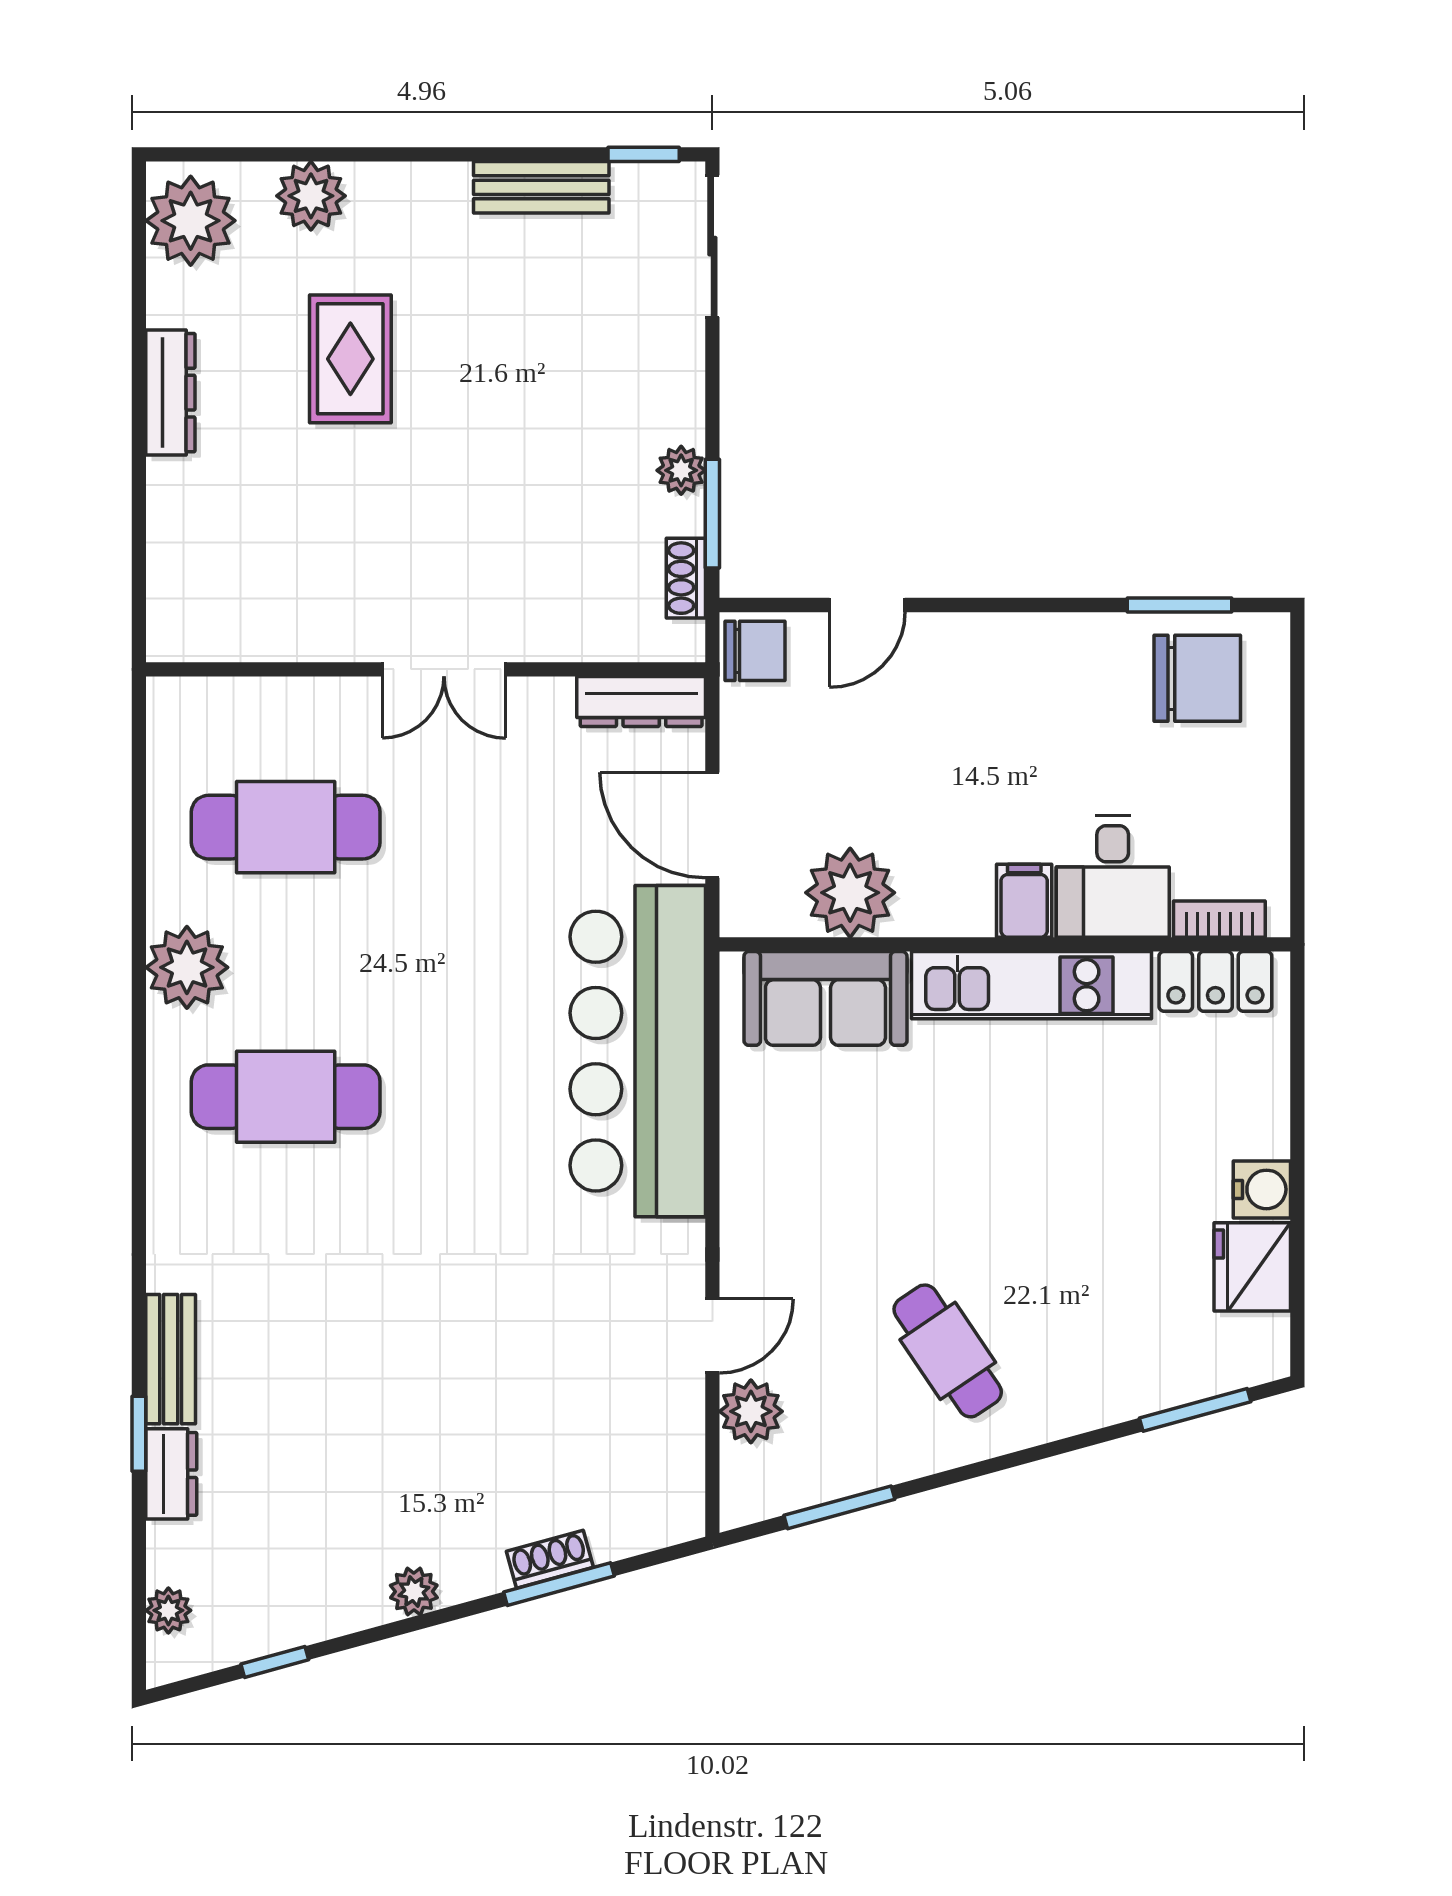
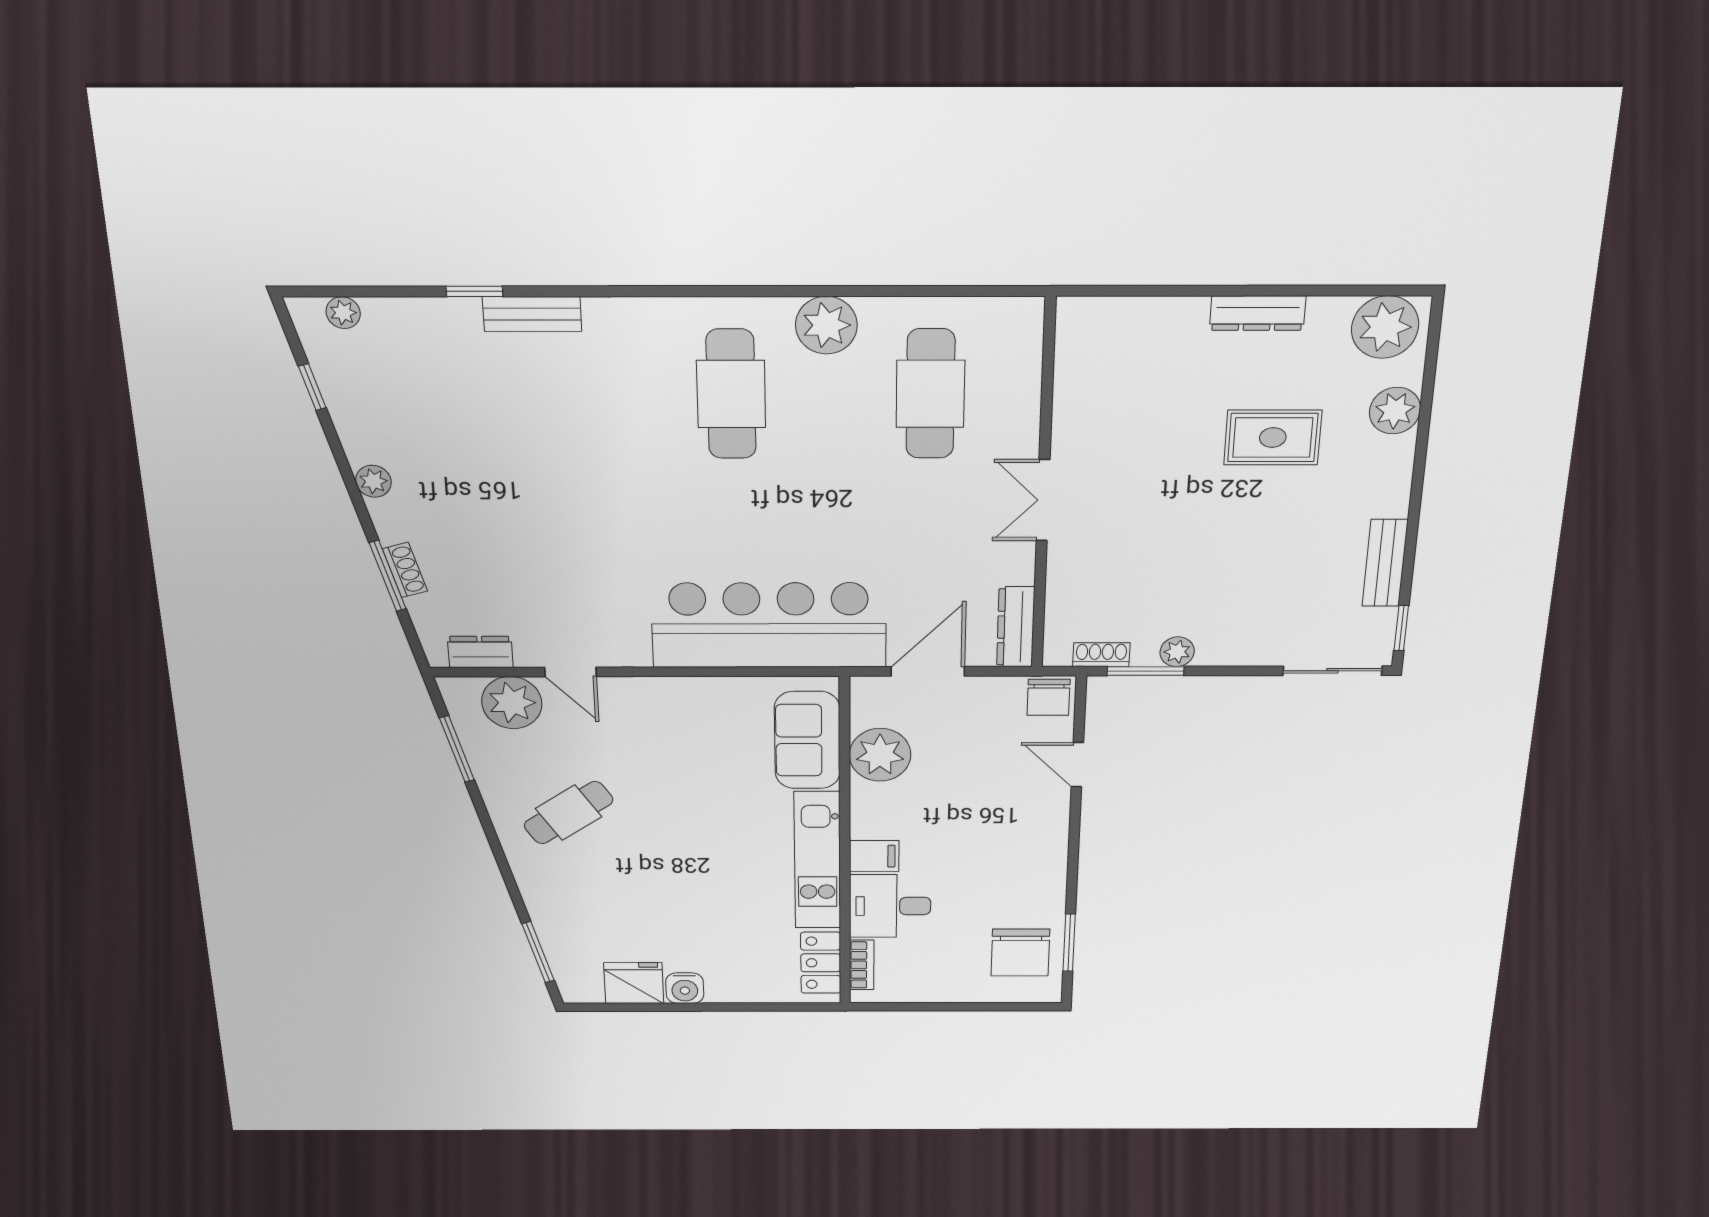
plant: (751, 1411) -> (512, 703), width x1.36, depth x1.36
dresser: (171, 1474) -> (480, 652), moved, turned 180

